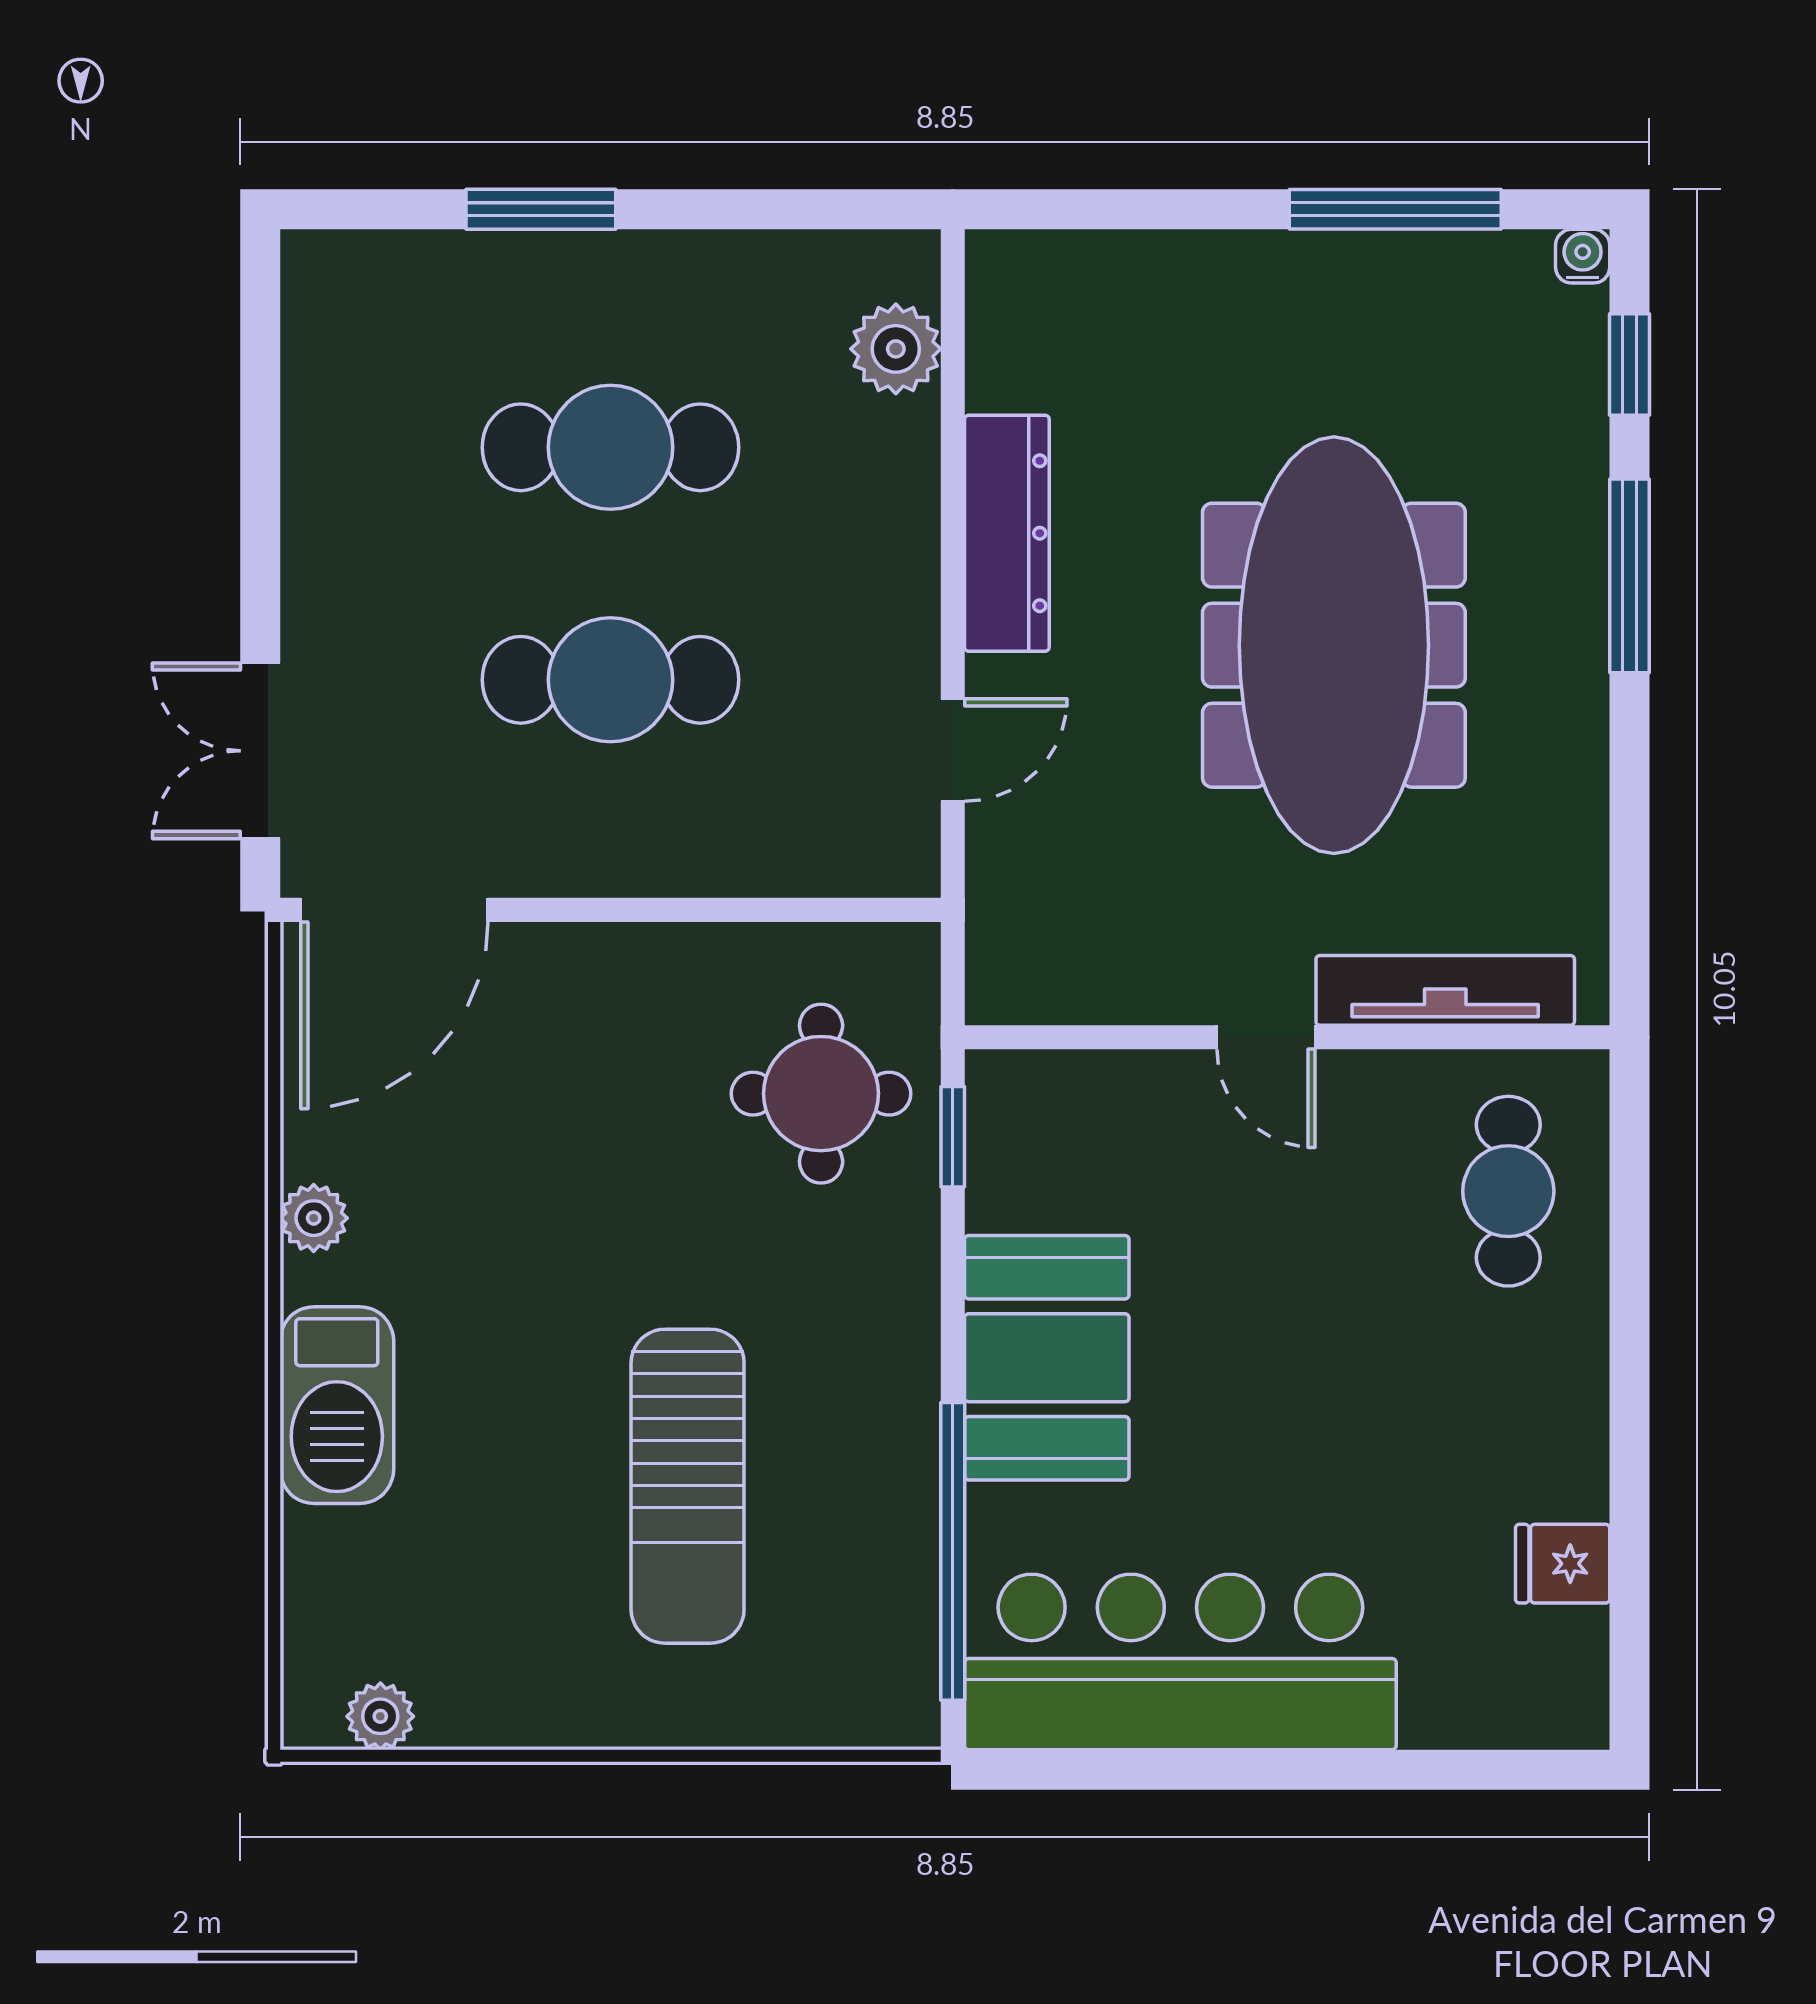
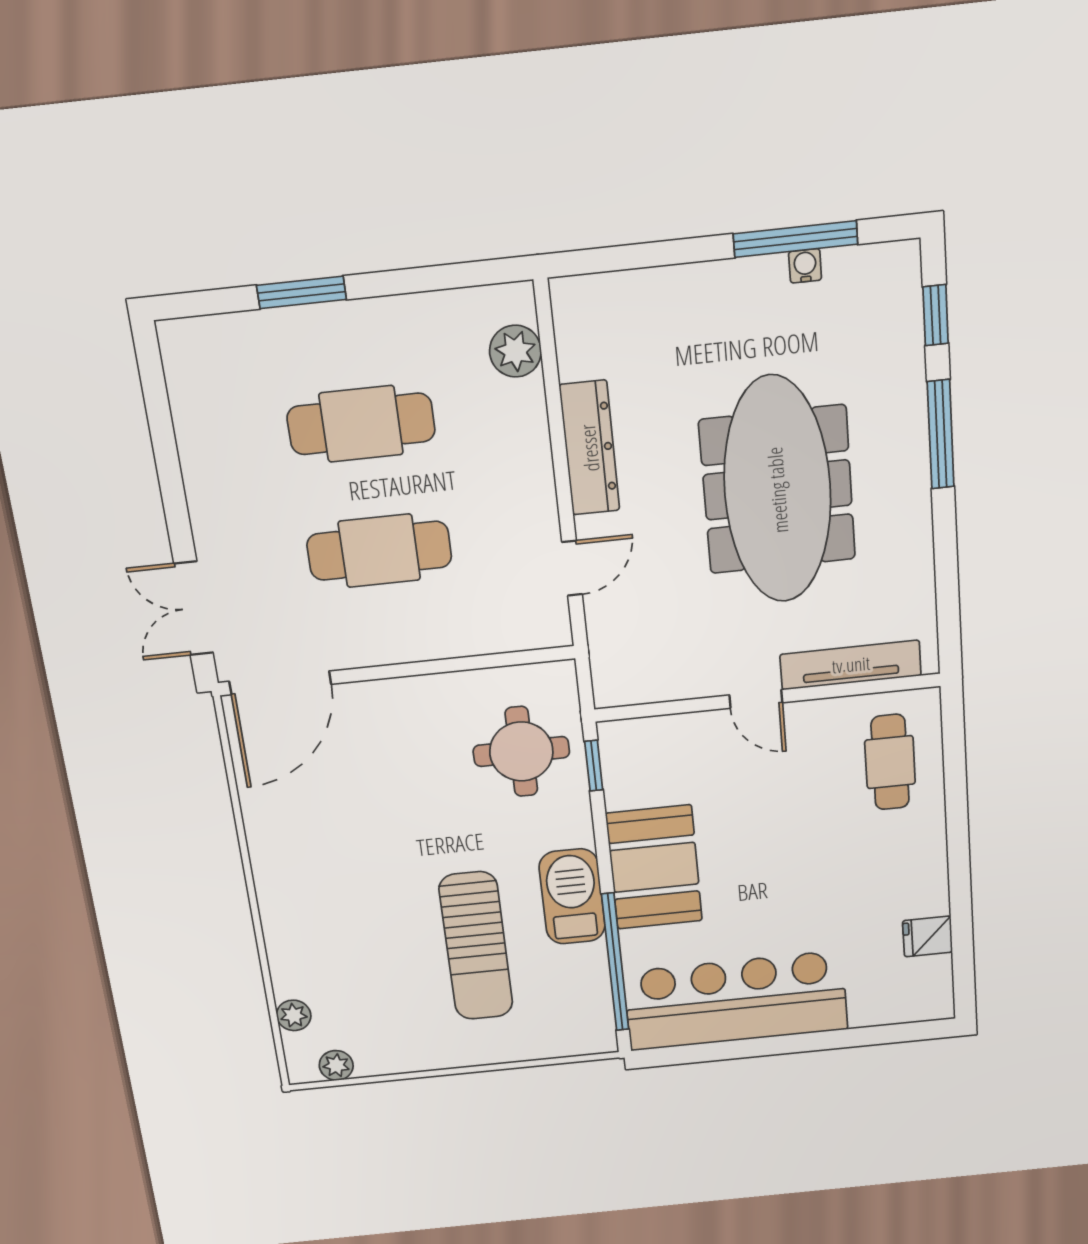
water cooler: (1583, 256) -> (805, 266), moved
plant: (314, 1218) -> (294, 1015), moved
barbecue: (337, 1405) -> (572, 897), moved, turned 180

